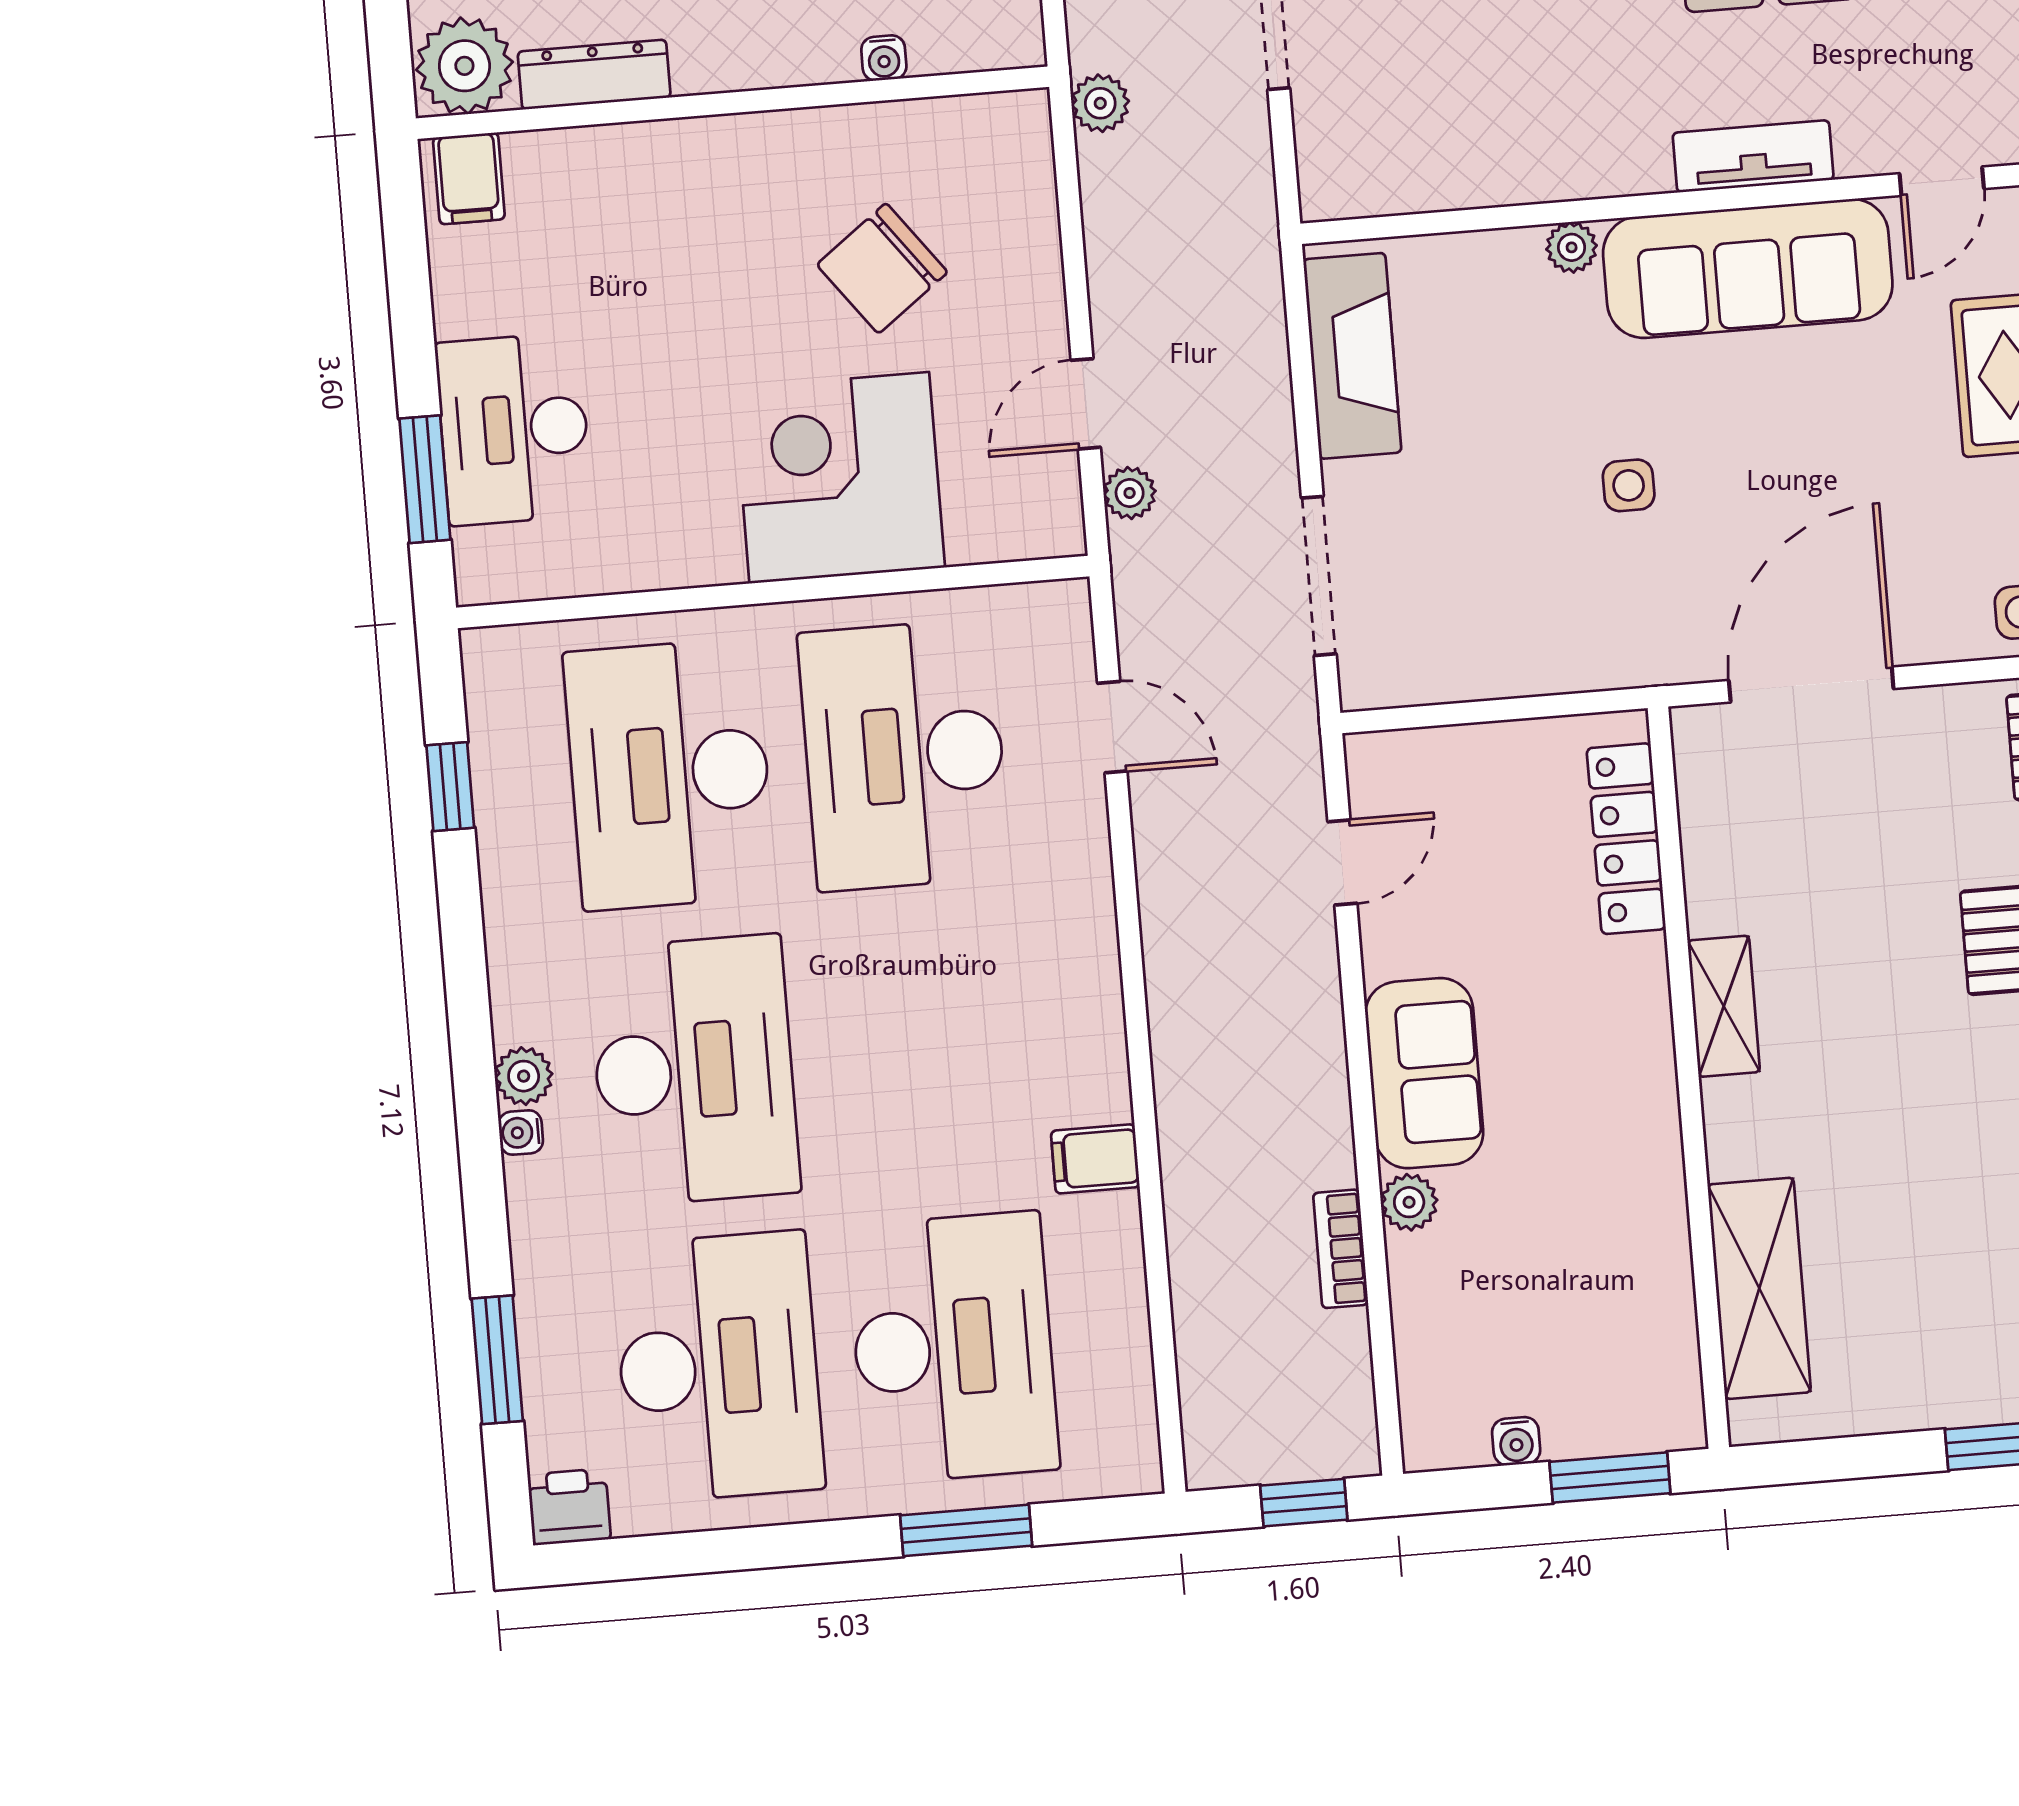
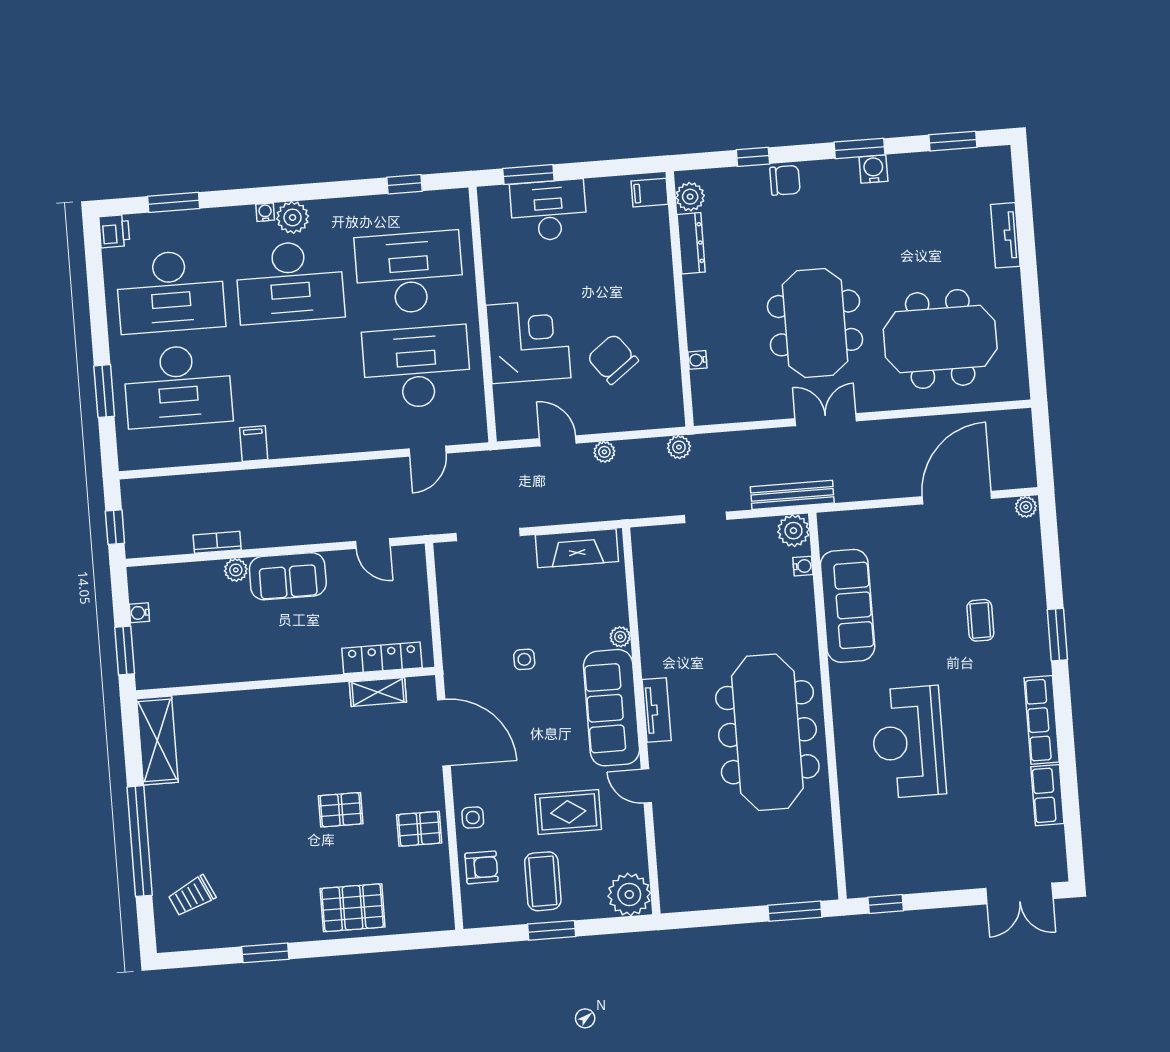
plant: (464, 66) -> (690, 197), width x0.73, depth x0.73
plant: (1130, 493) -> (604, 452), moved
shelving: (1724, 1006) -> (378, 692), moved
plant: (524, 1076) -> (293, 217), width x1.38, depth x1.38
shelving: (1759, 1288) -> (157, 740), moved, turned 90

